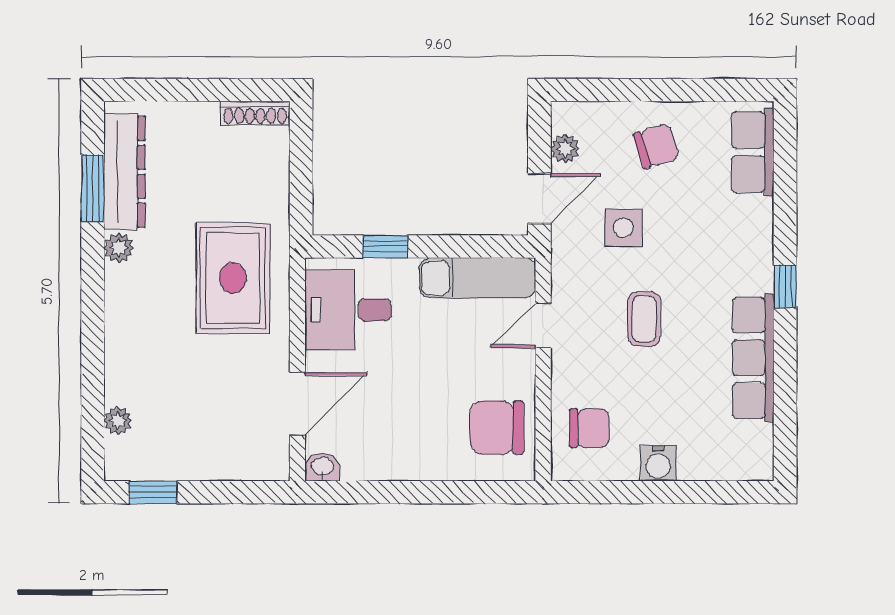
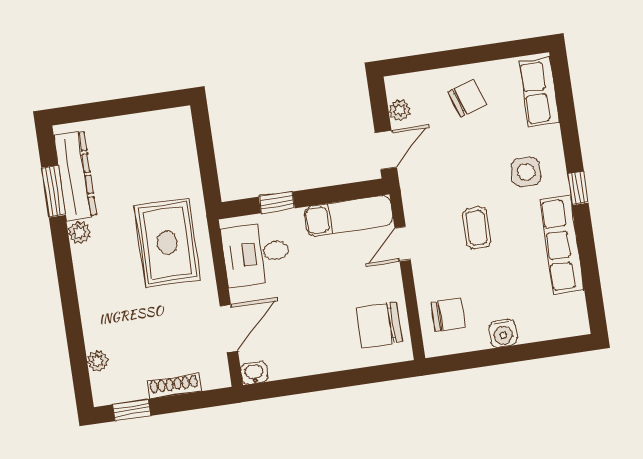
shoe rack: (255, 113) -> (174, 386), moved, turned 180
side table: (623, 228) -> (526, 172), moved

